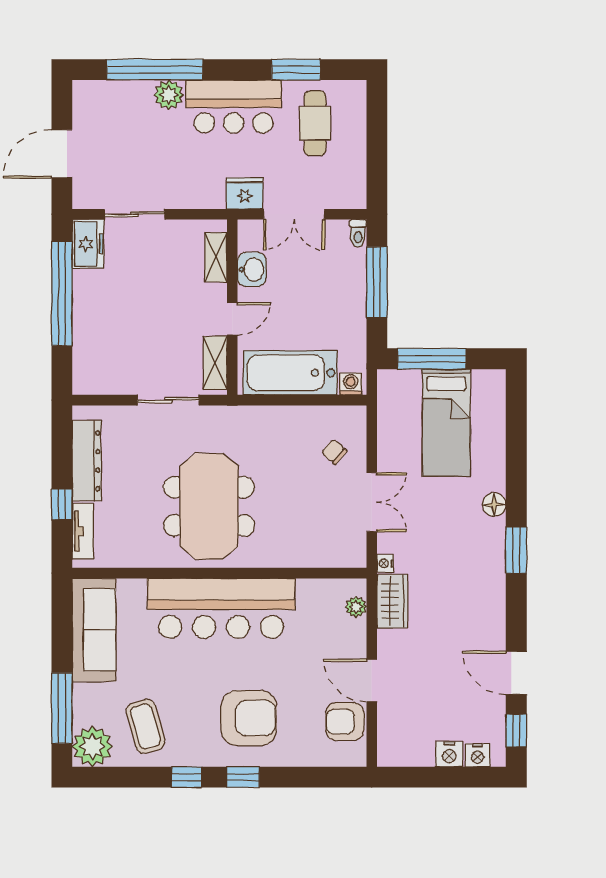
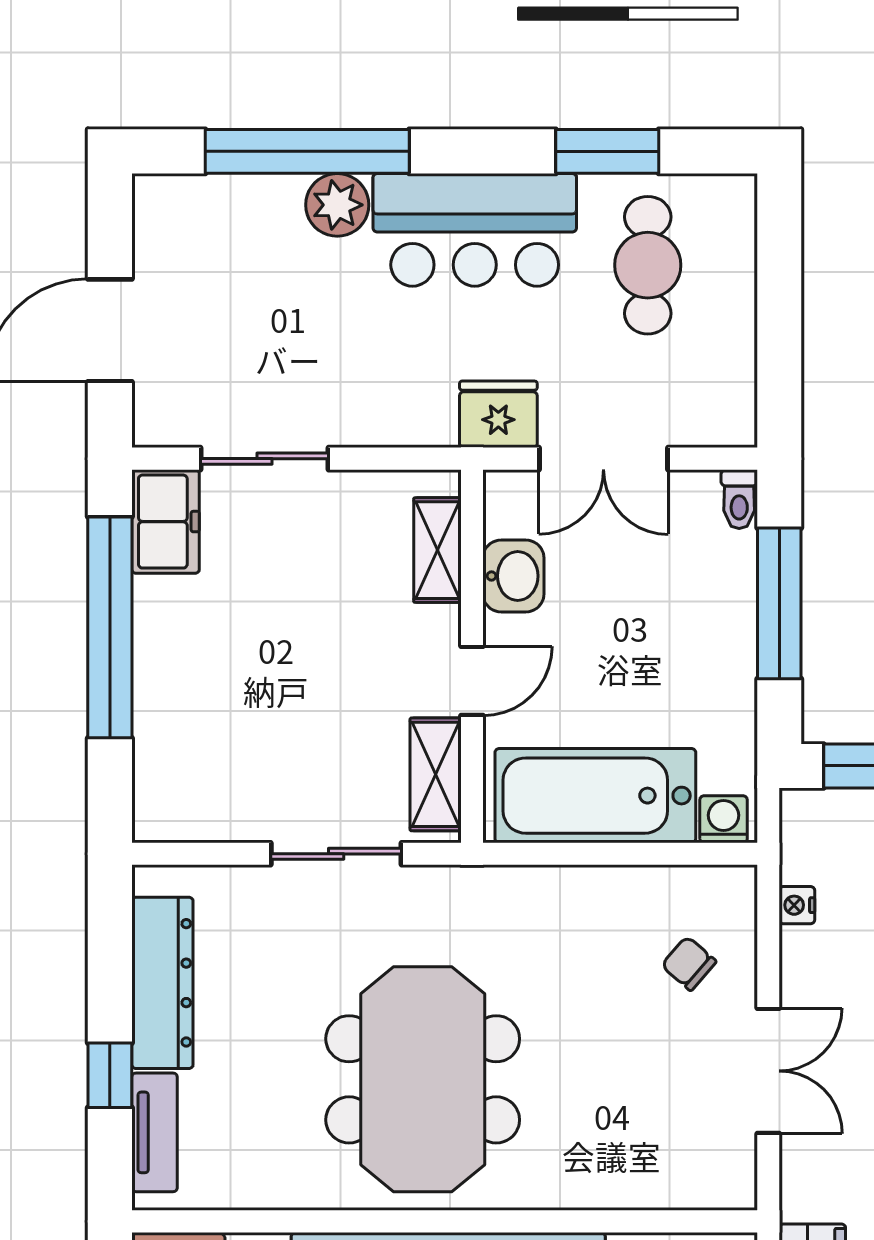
nightstand: (385, 563) -> (797, 905), moved

